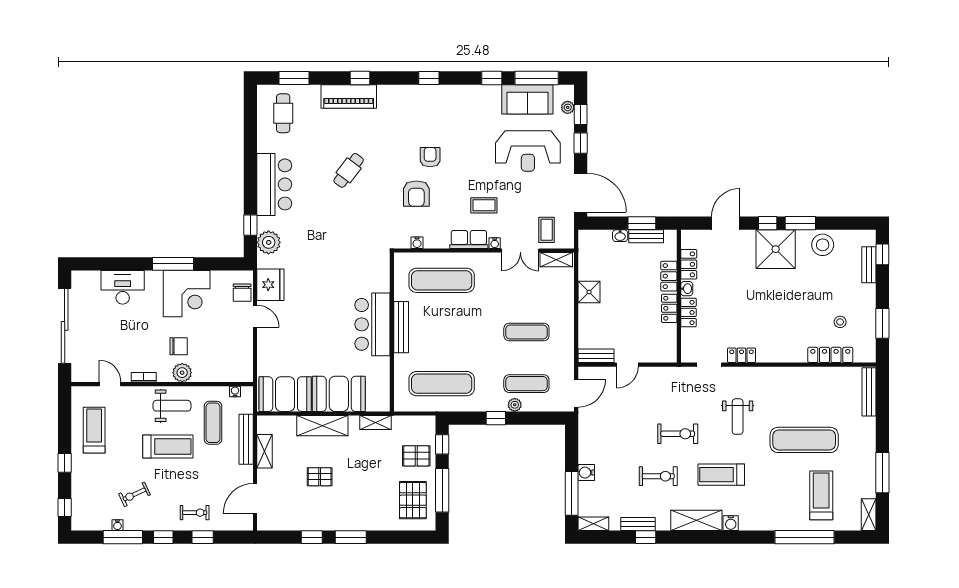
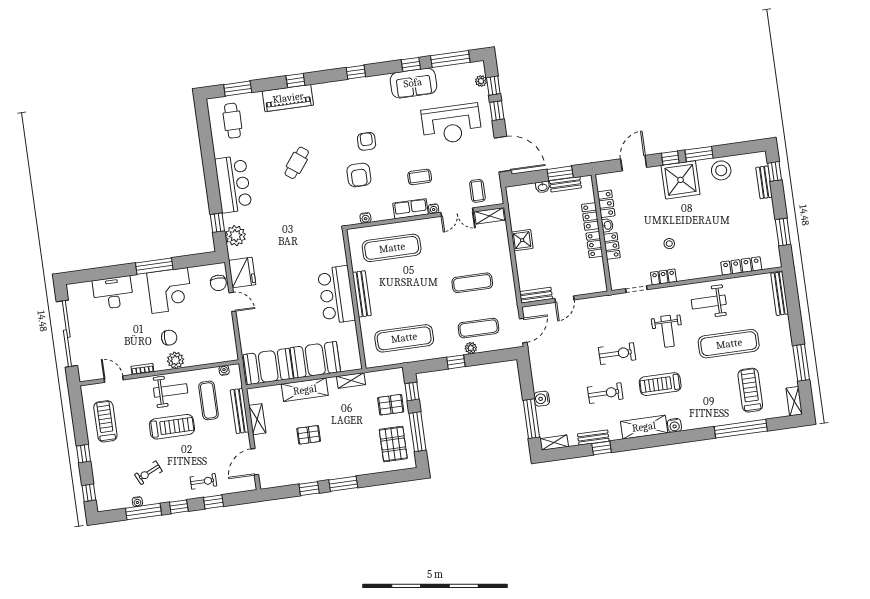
sofa: (527, 99) -> (413, 83), moved
stool: (840, 322) -> (669, 244), moved
weight bench: (788, 390) -> (709, 302), added

